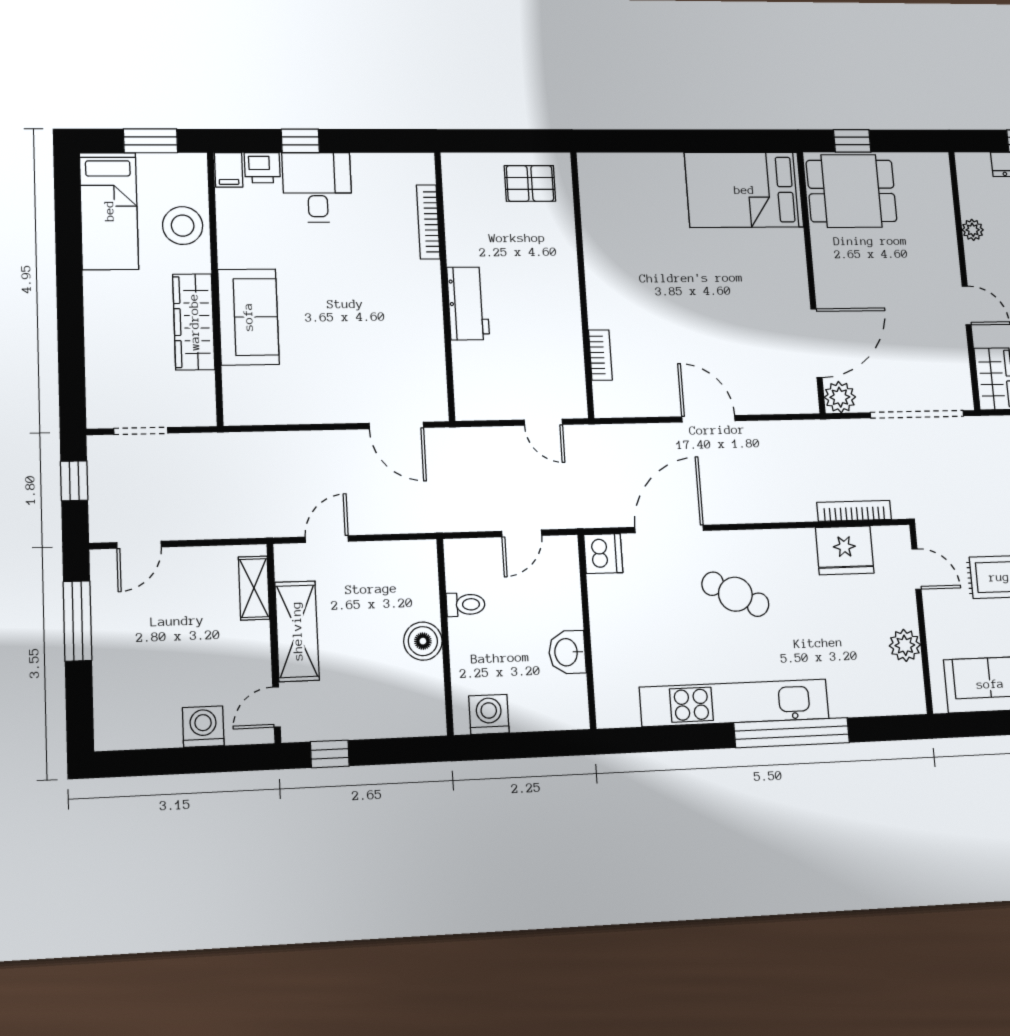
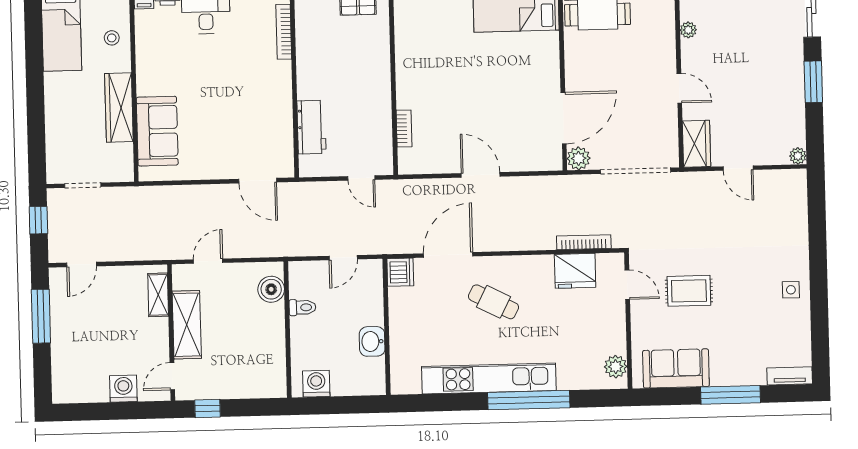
stool: (183, 226) -> (112, 38), width x0.53, depth x0.53
workbench: (468, 303) -> (311, 127), moved
sofa: (248, 317) -> (157, 131), moved
boiler: (423, 641) -> (271, 289), moved
plant: (905, 645) -> (616, 367), moved

